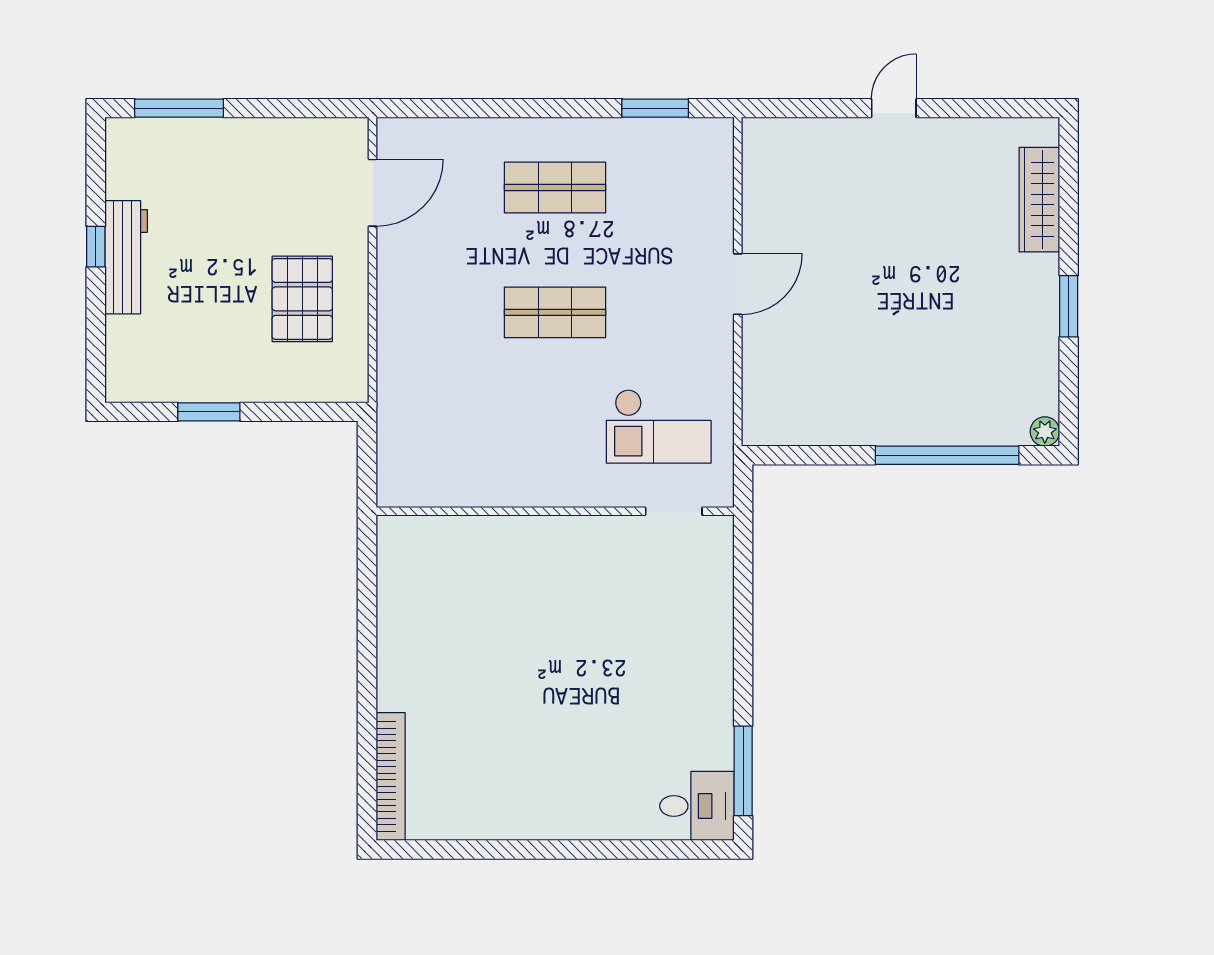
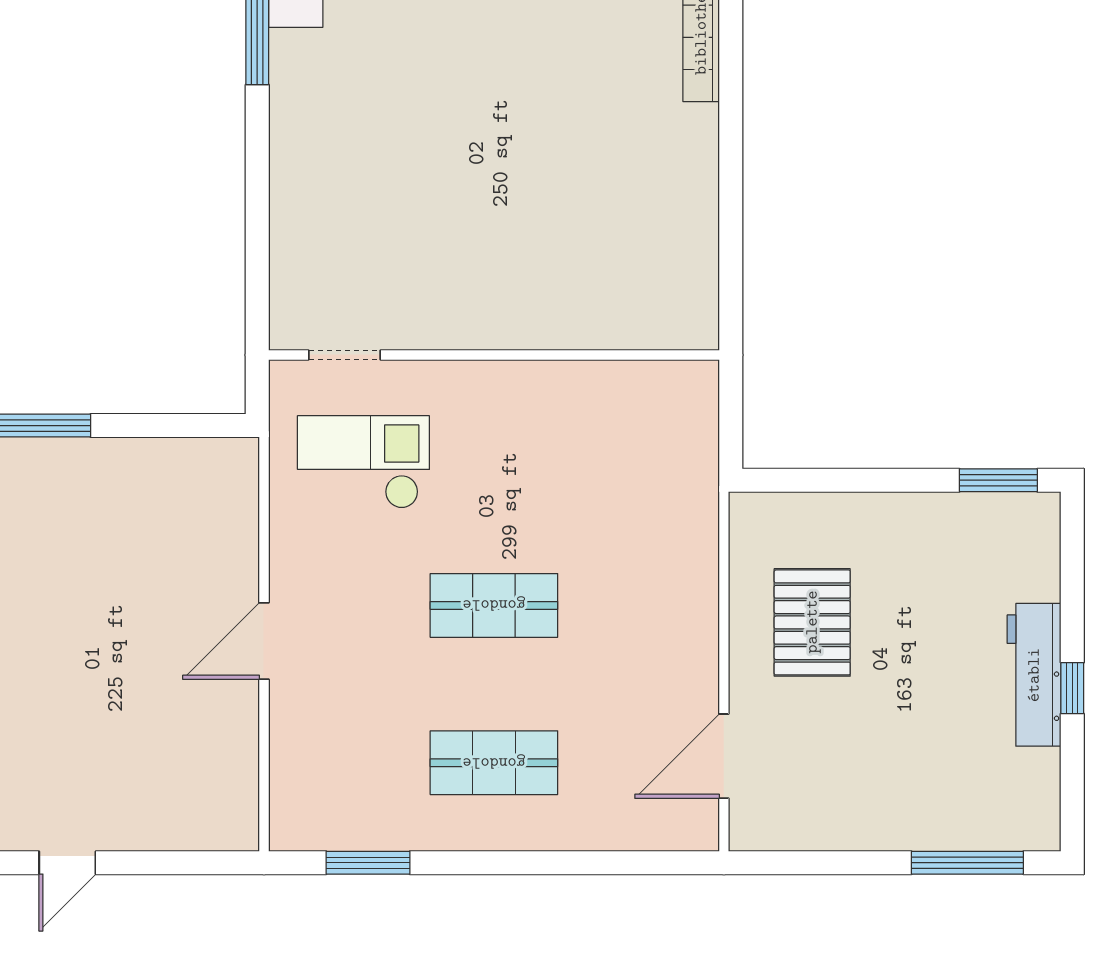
window: (209, 412) -> (998, 480), moved

